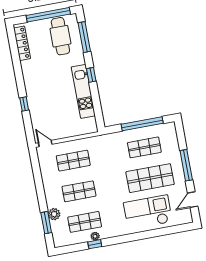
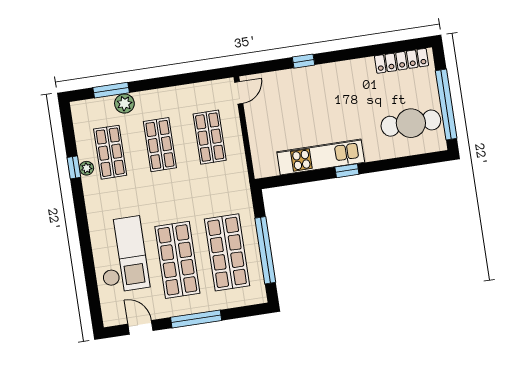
window: (84, 37) -> (408, 161), removed
shop shelf: (144, 147) -> (227, 252), width x1.43, depth x1.36

